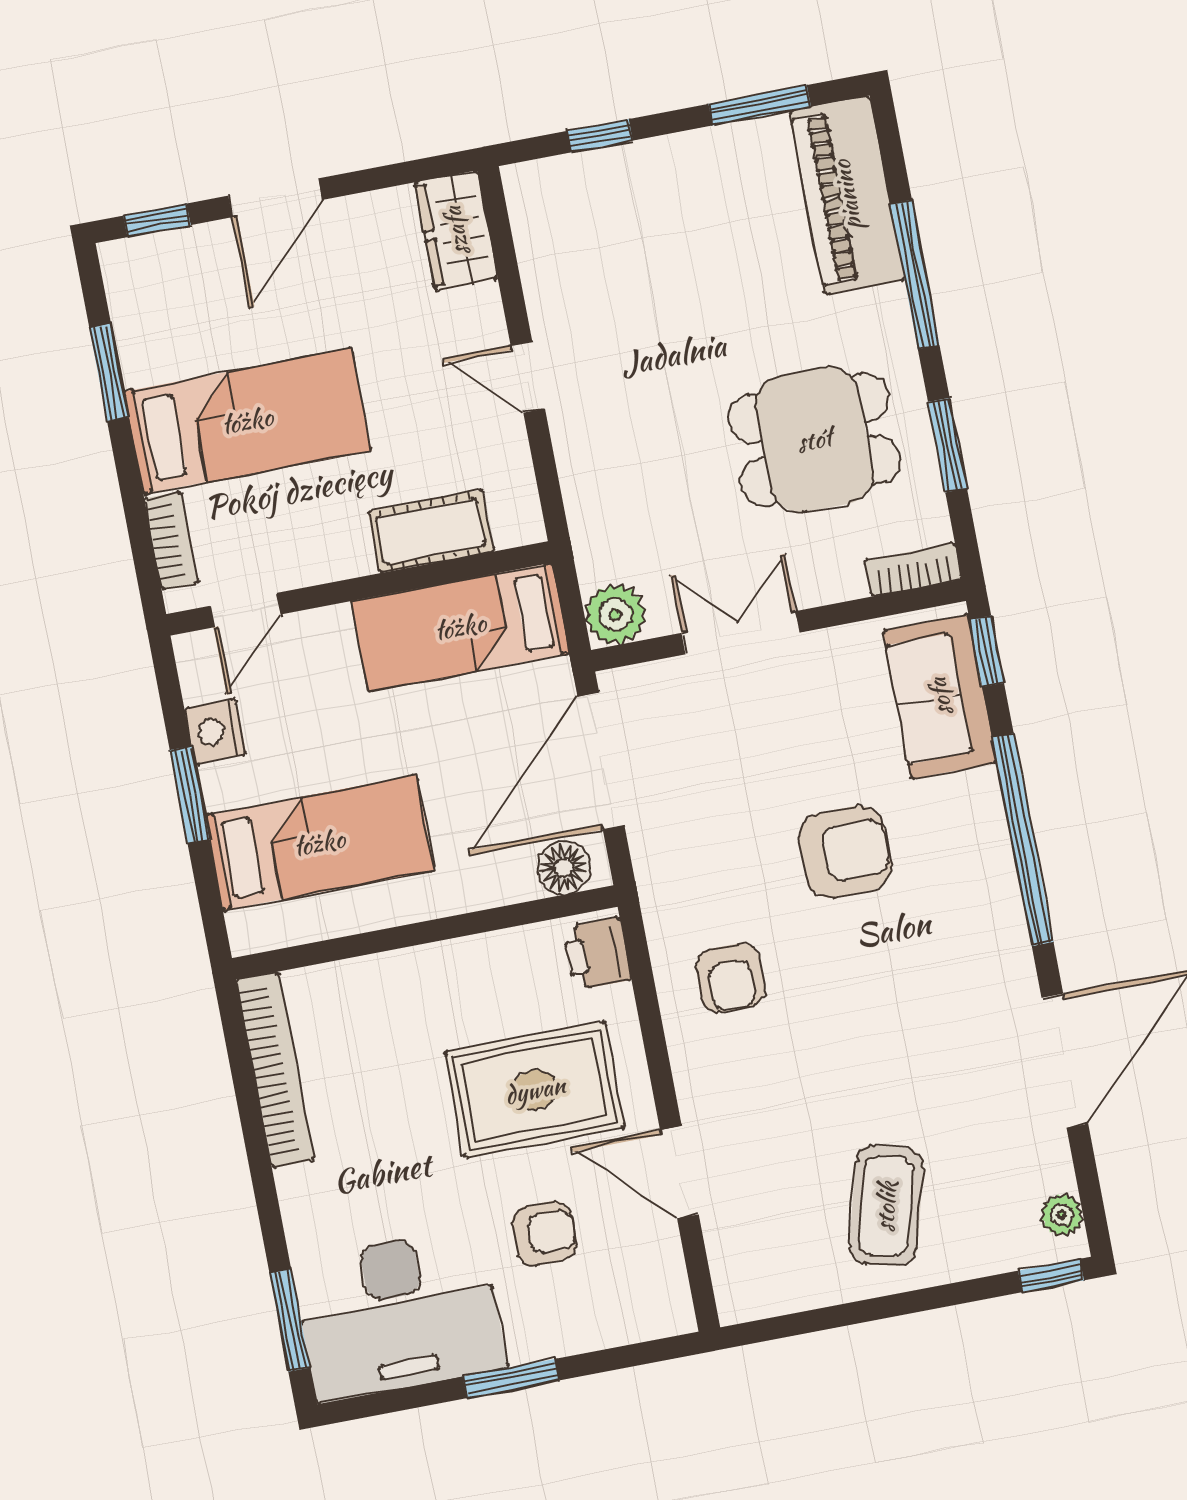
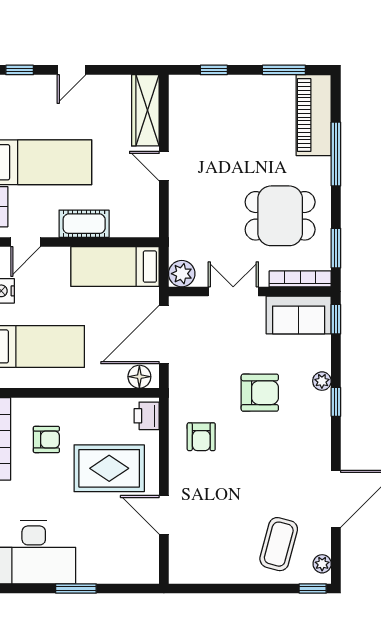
door: (275, 198) -> (72, 70), width x0.73
wardrobe: (456, 231) -> (145, 110), width x1.50
window: (947, 445) -> (336, 248), moved
cot: (431, 531) -> (84, 224), moved
bookcase: (913, 570) -> (300, 279), width x1.56
sofa: (940, 697) -> (299, 315), moved, turned -90
plant: (982, 798) -> (322, 381), added
window: (1023, 840) -> (336, 402), width x0.32
coffee table: (886, 1206) -> (279, 544), moved
armchair: (544, 1233) -> (46, 439), moved

